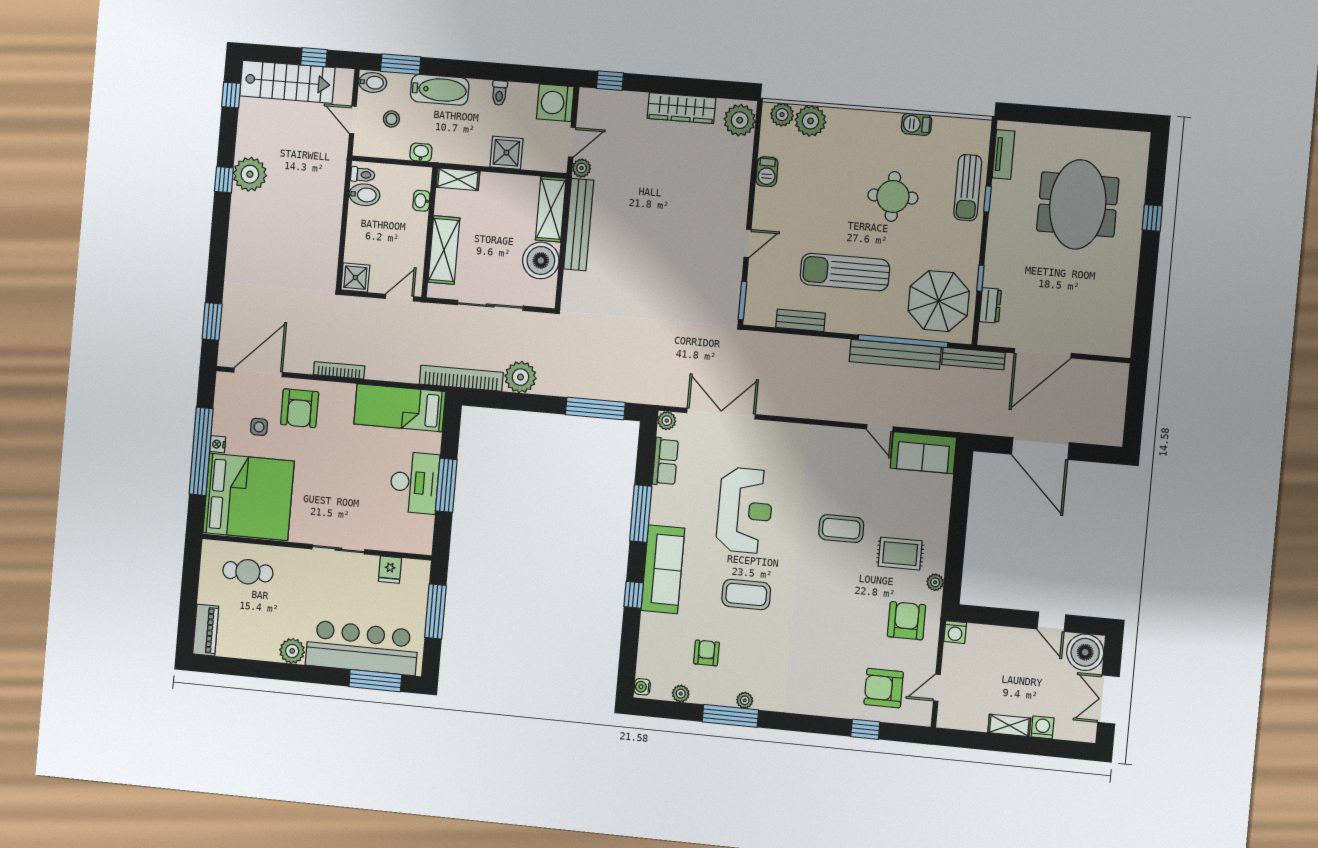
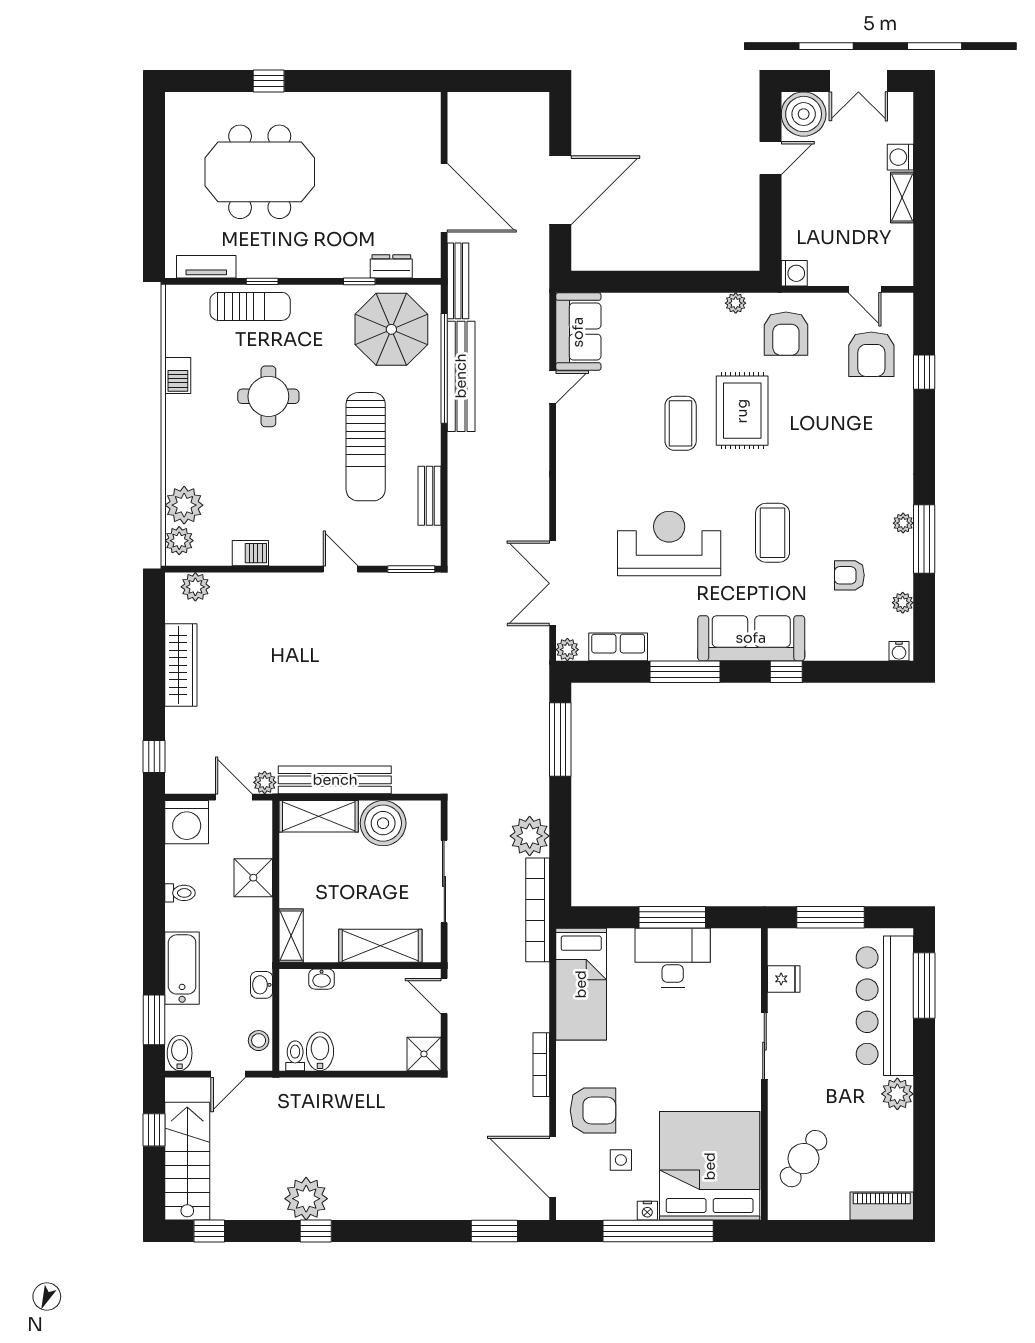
stool: (391, 119) -> (259, 1041), moved
plant: (740, 120) -> (195, 587), width x0.73, depth x0.73
rug: (900, 554) -> (742, 411), moved, width x1.36, depth x1.43
cafe table: (248, 572) -> (803, 1159), turned 35
armchair: (906, 621) -> (786, 334), turned -90

